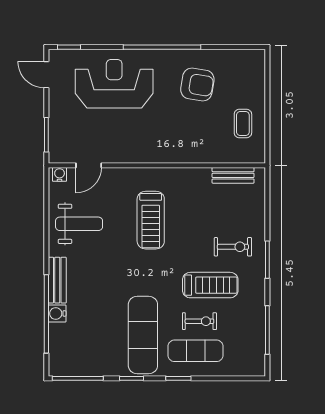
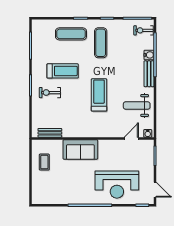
armchair: (197, 85) -> (70, 184), removed
sofa: (179, 146) -> (80, 149), added
treadmill: (151, 220) -> (99, 95), moved
treadmill: (210, 285) -> (63, 71), turned 180
exercise bike: (199, 321) -> (143, 30), moved
exercise mat: (143, 335) -> (101, 43), width x0.73, depth x0.69

